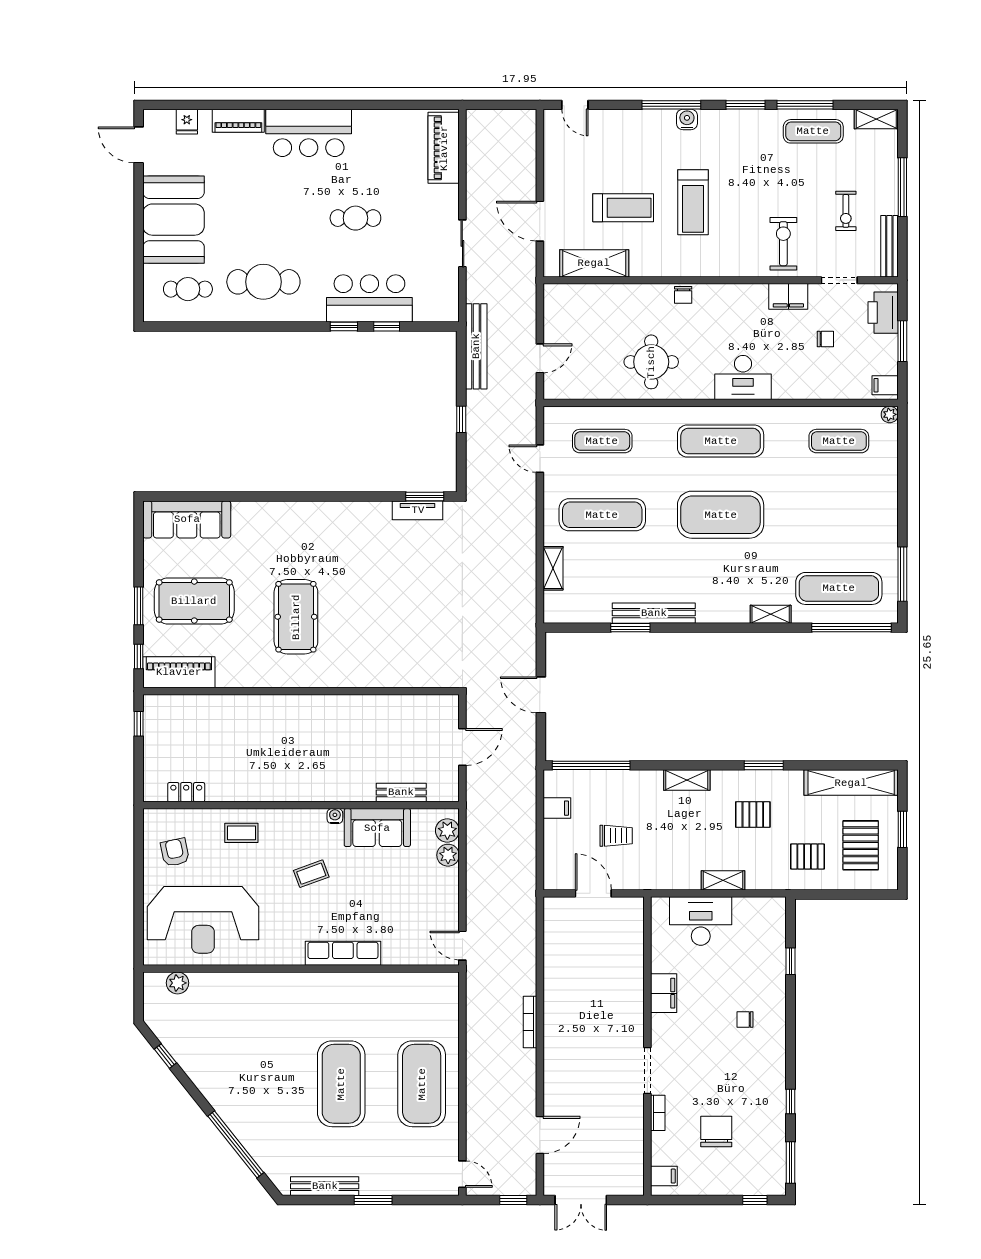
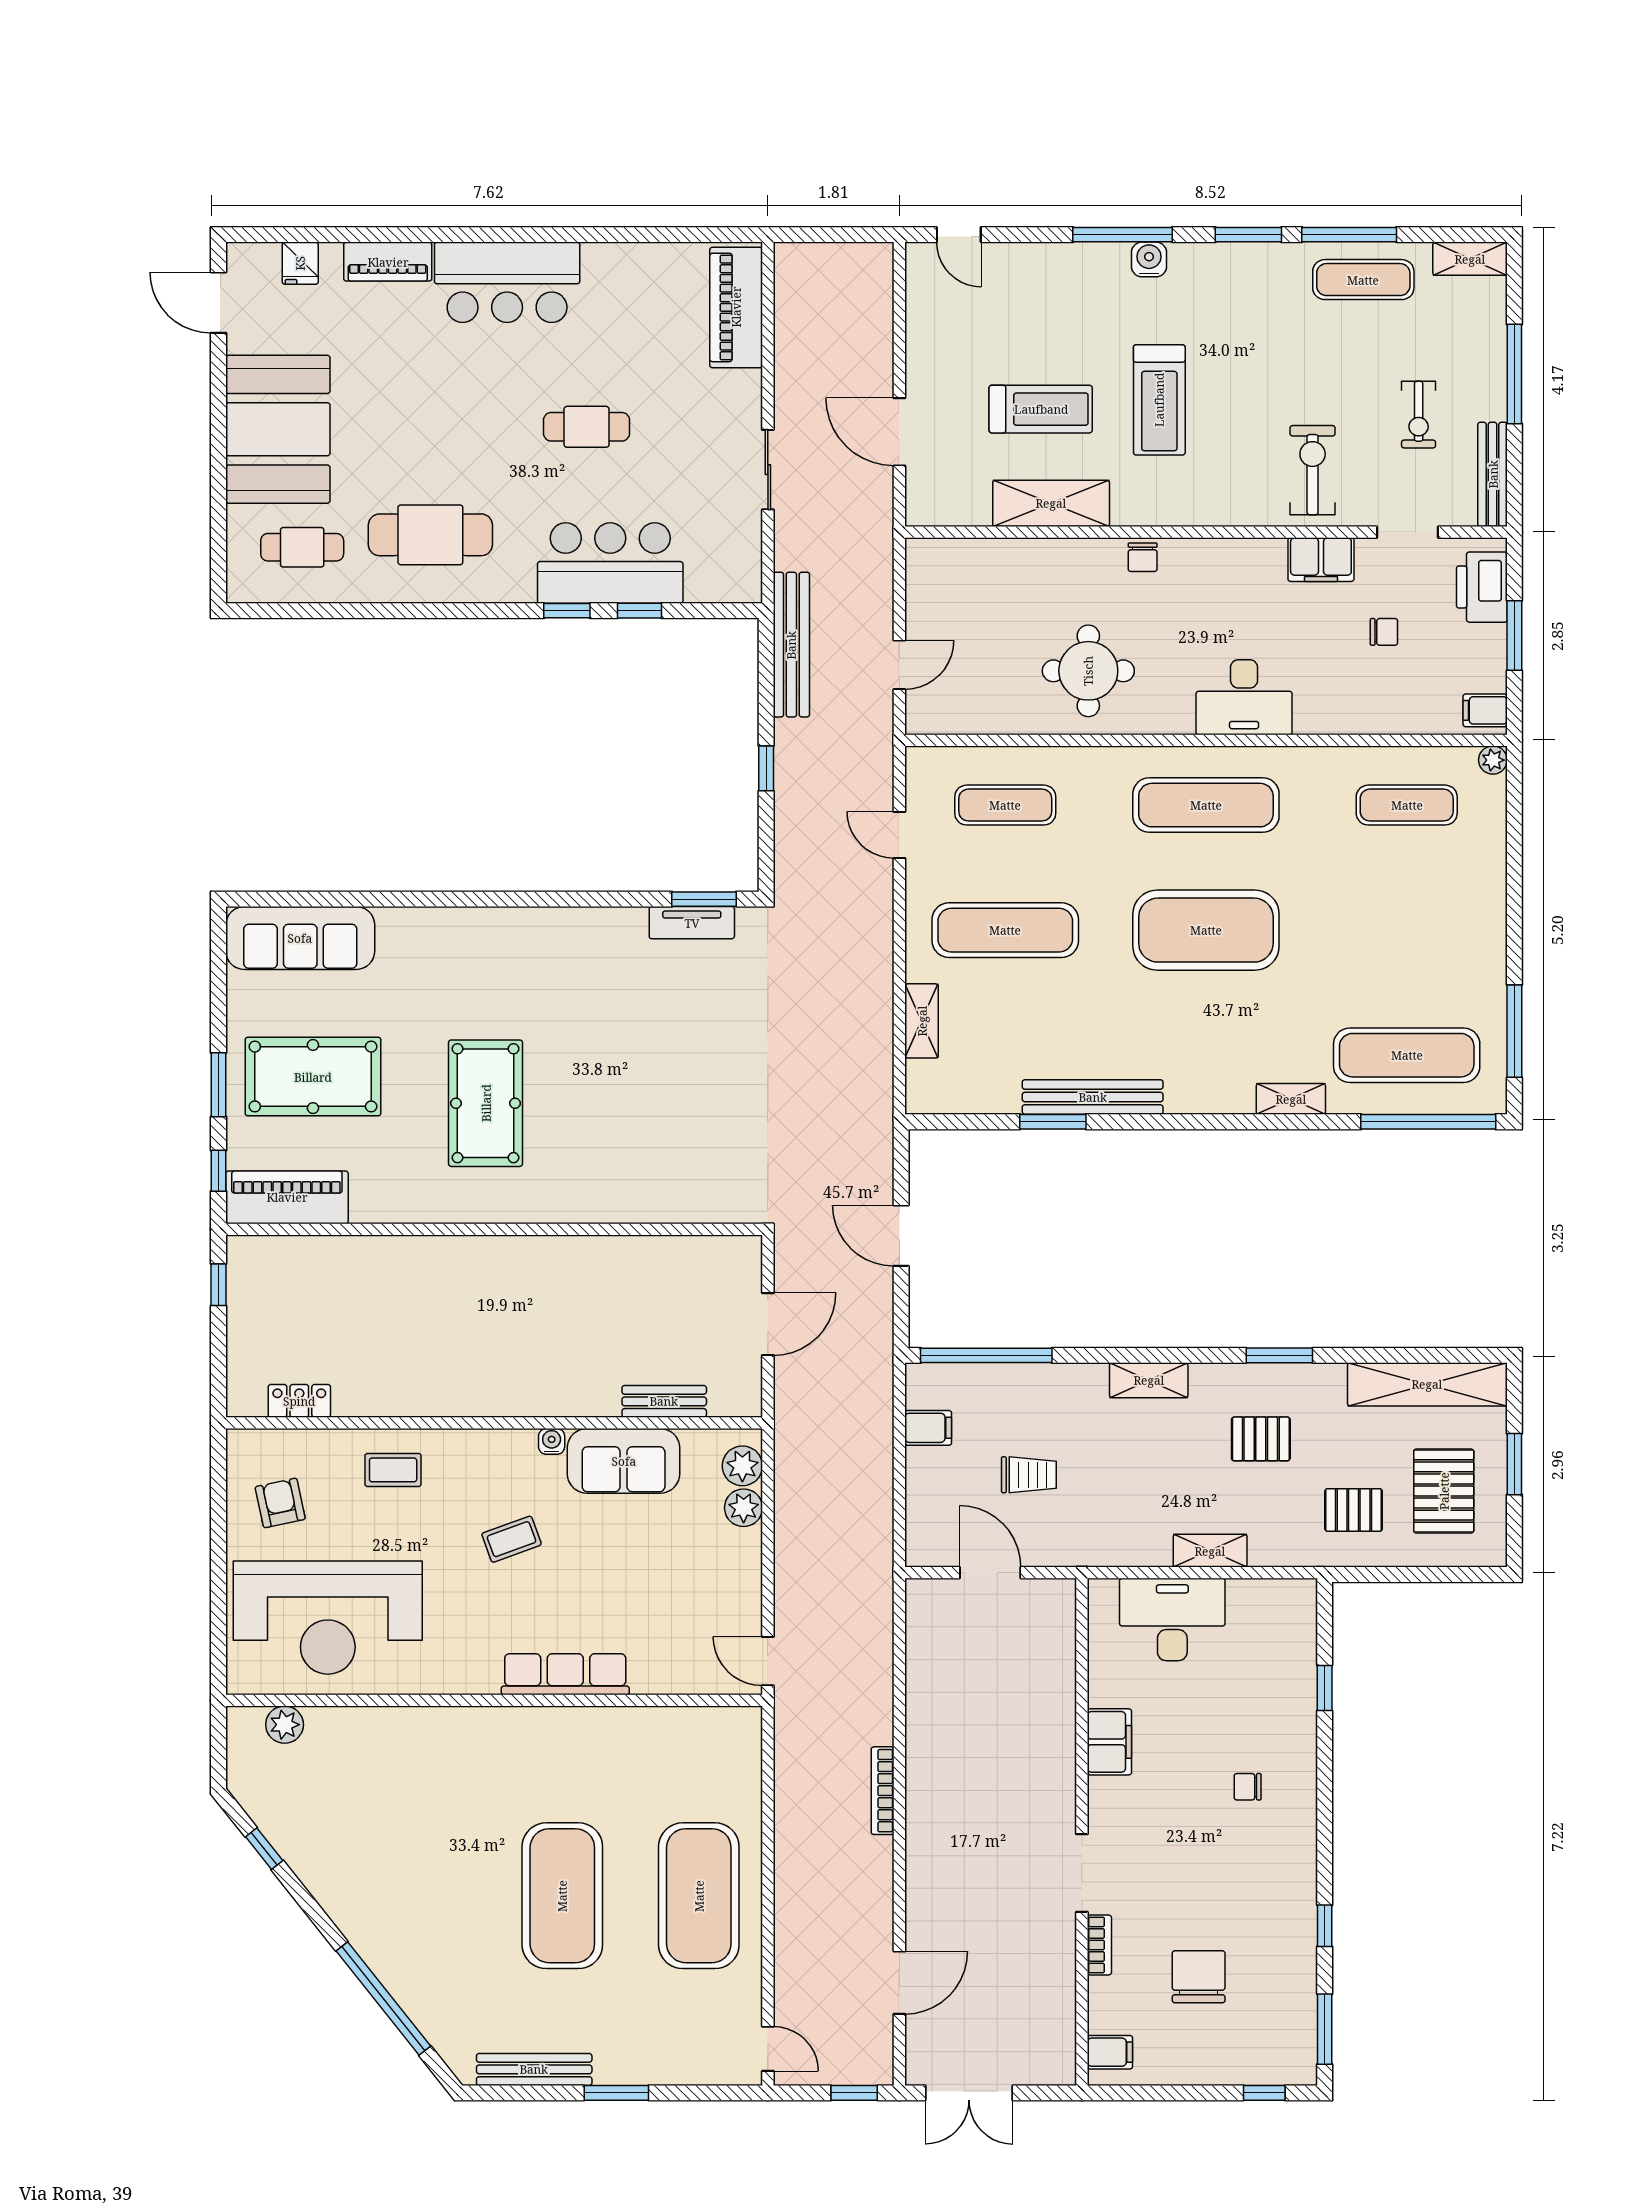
shelving: (594, 263) -> (1051, 503), moved

